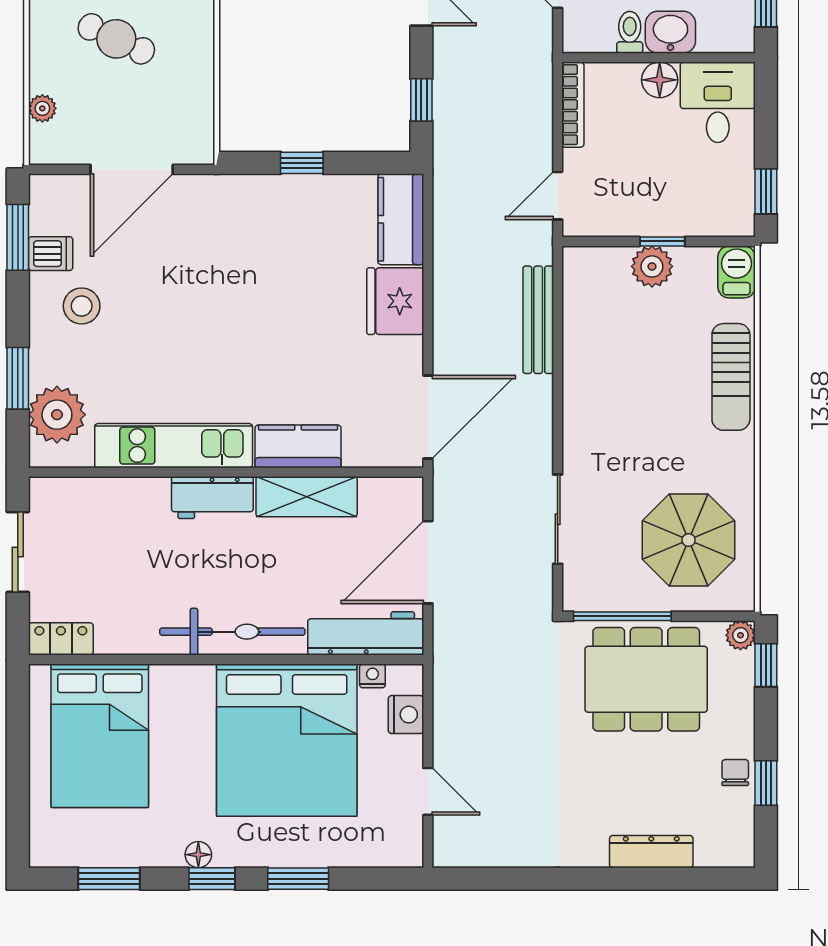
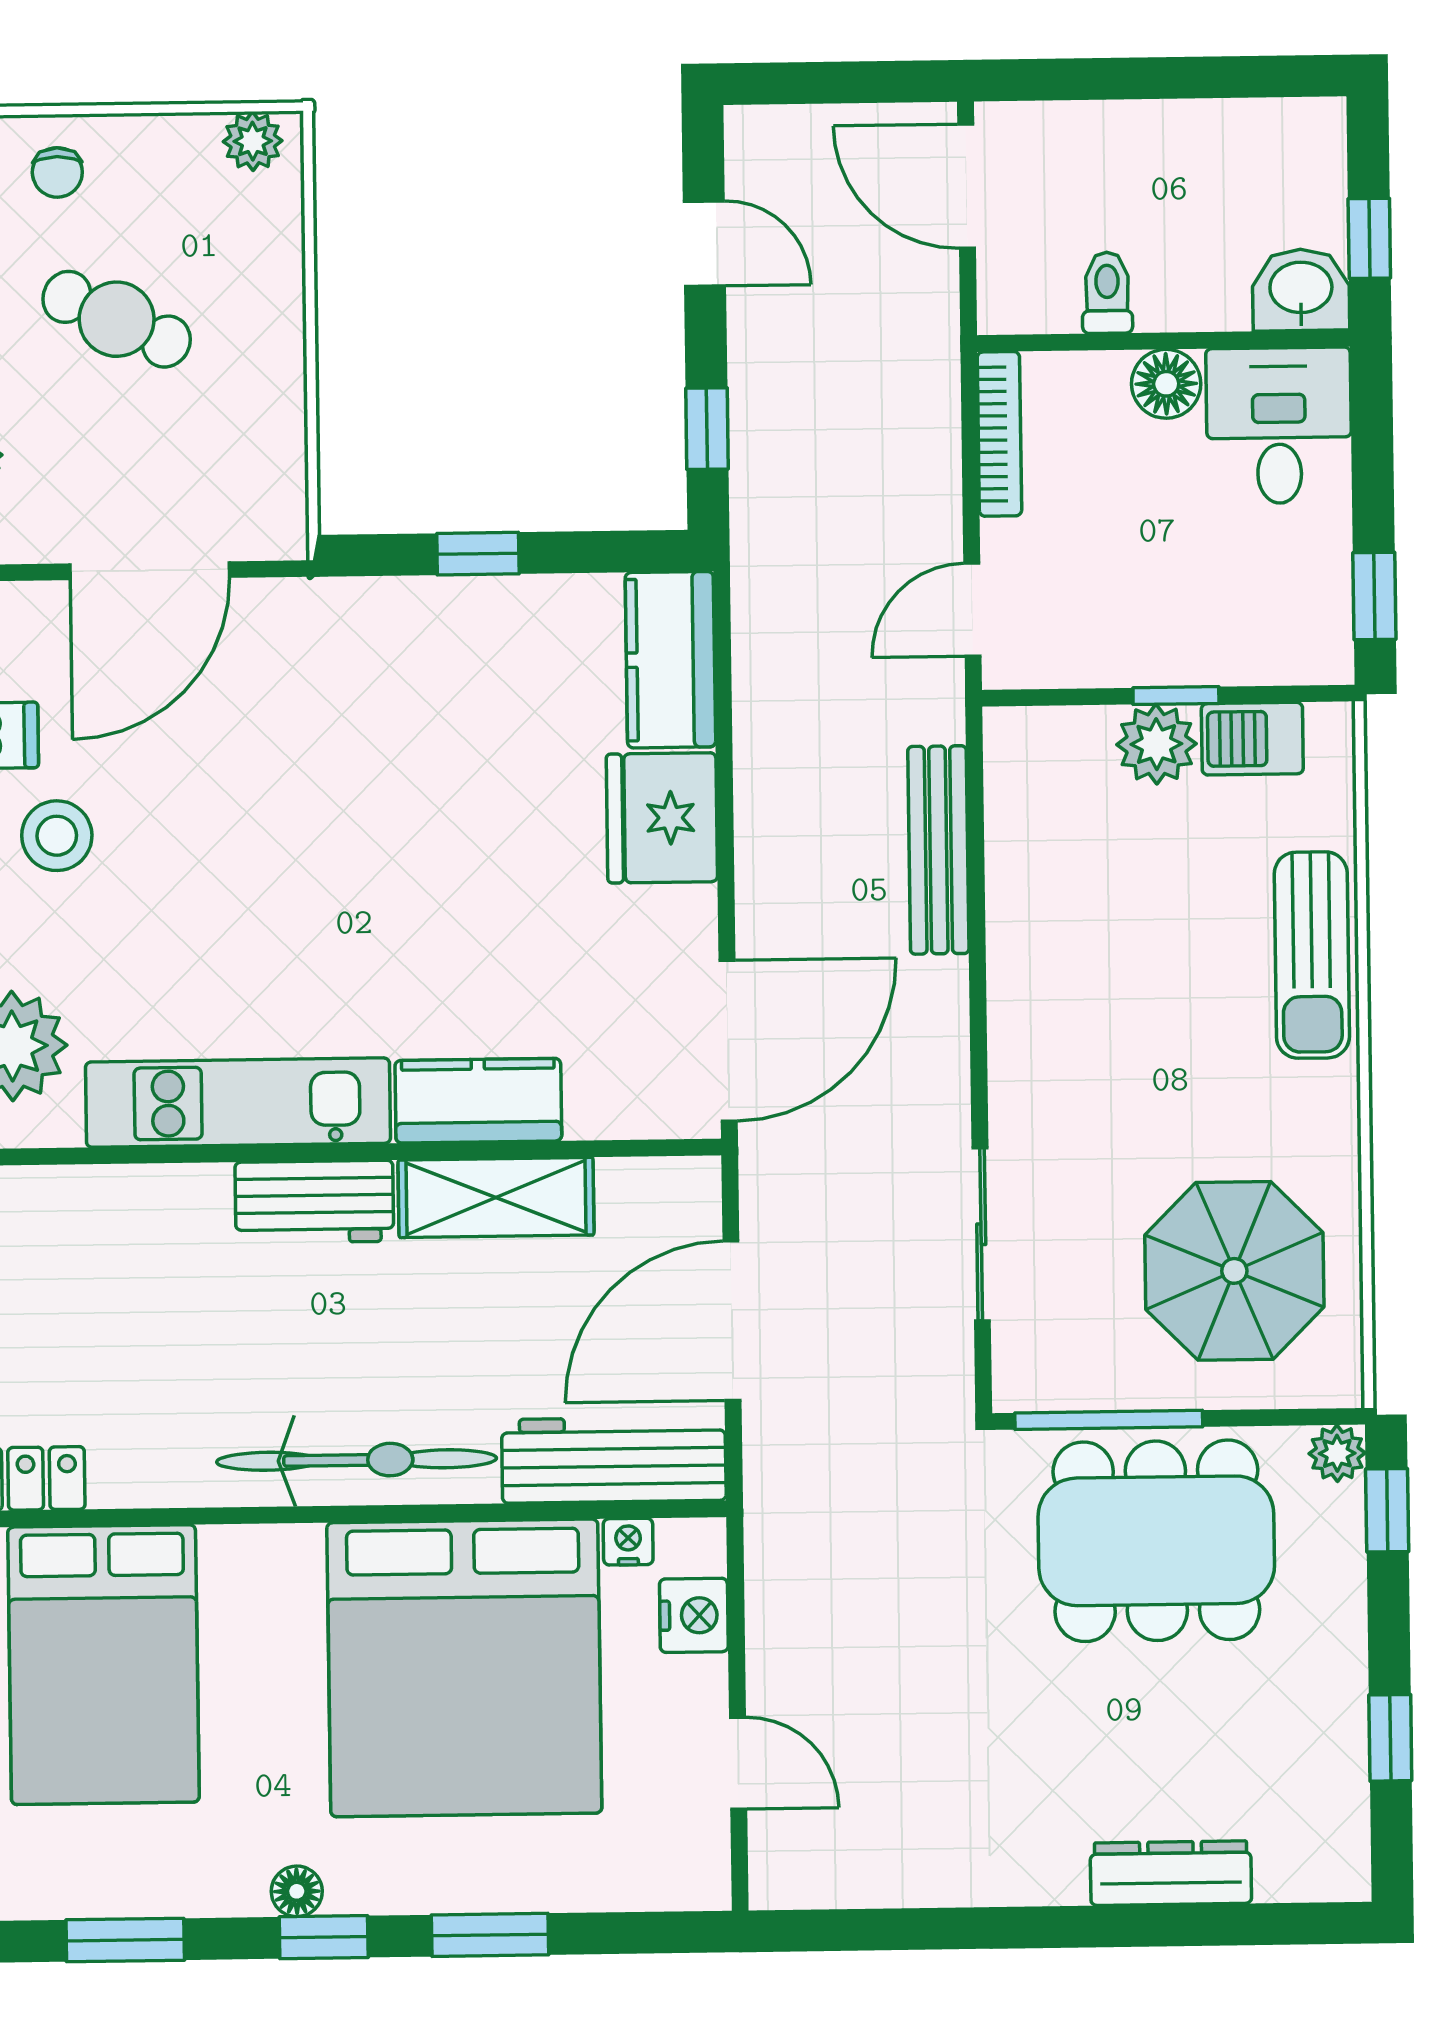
washbasin: (670, 32) -> (1301, 290), moved
barbecue: (737, 272) -> (1252, 739), moved, turned -90
chair: (735, 773) -> (1331, 1718), removed

